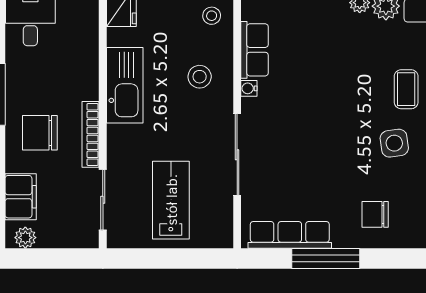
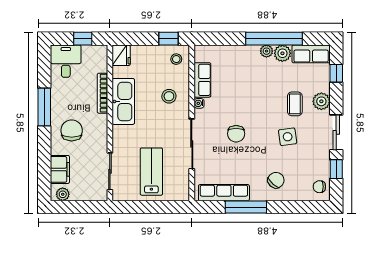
chair: (40, 133) -> (72, 130), turned 90
bookcase: (91, 134) -> (102, 93), moved
chair: (310, 138) -> (236, 134), added
chair: (375, 214) -> (276, 180), turned 132

